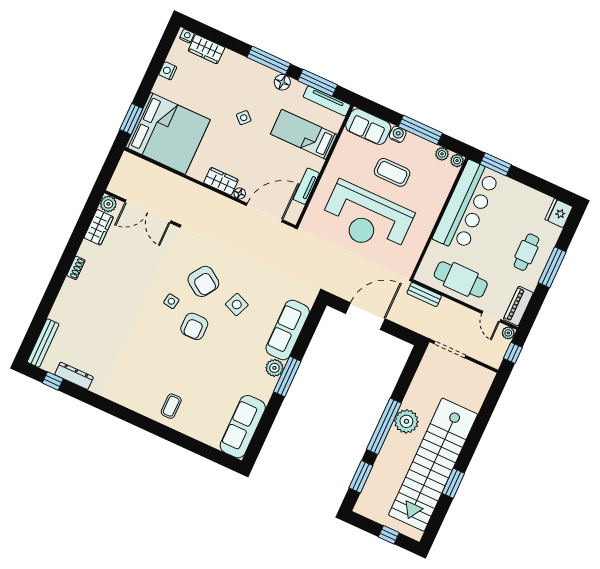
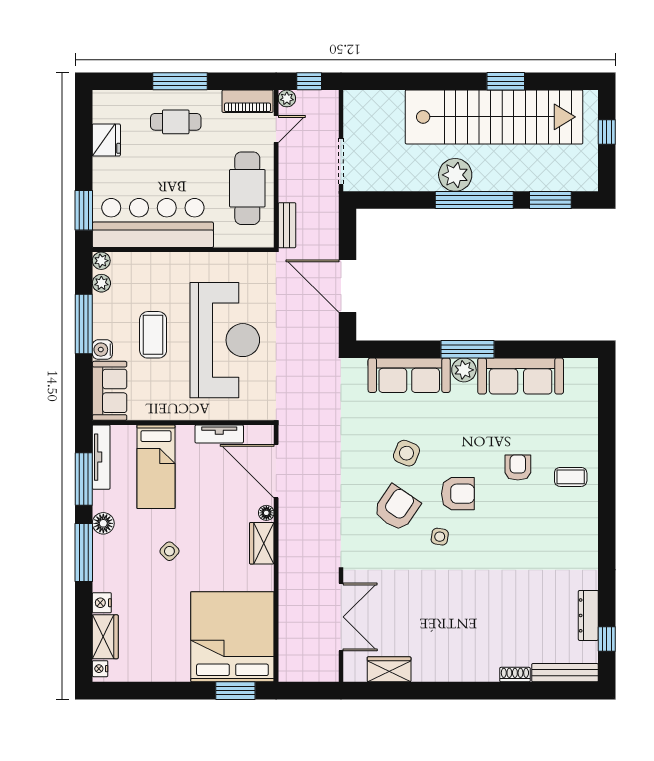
nightstand: (168, 71) -> (102, 603), moved, turned 90
plant: (108, 204) -> (354, 671), removed
fridge: (559, 213) -> (106, 140), moved, turned -90
shoe rack: (76, 268) -> (515, 675), moved
armchair: (193, 374) -> (518, 468), added
sofa: (243, 427) -> (521, 376), moved

